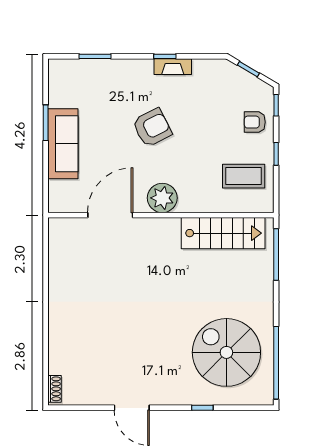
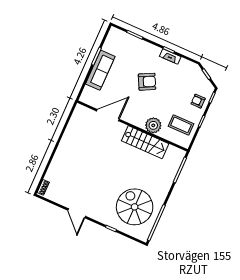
plant: (162, 198) -> (153, 125), moved
stairs: (223, 233) -> (145, 142), moved

